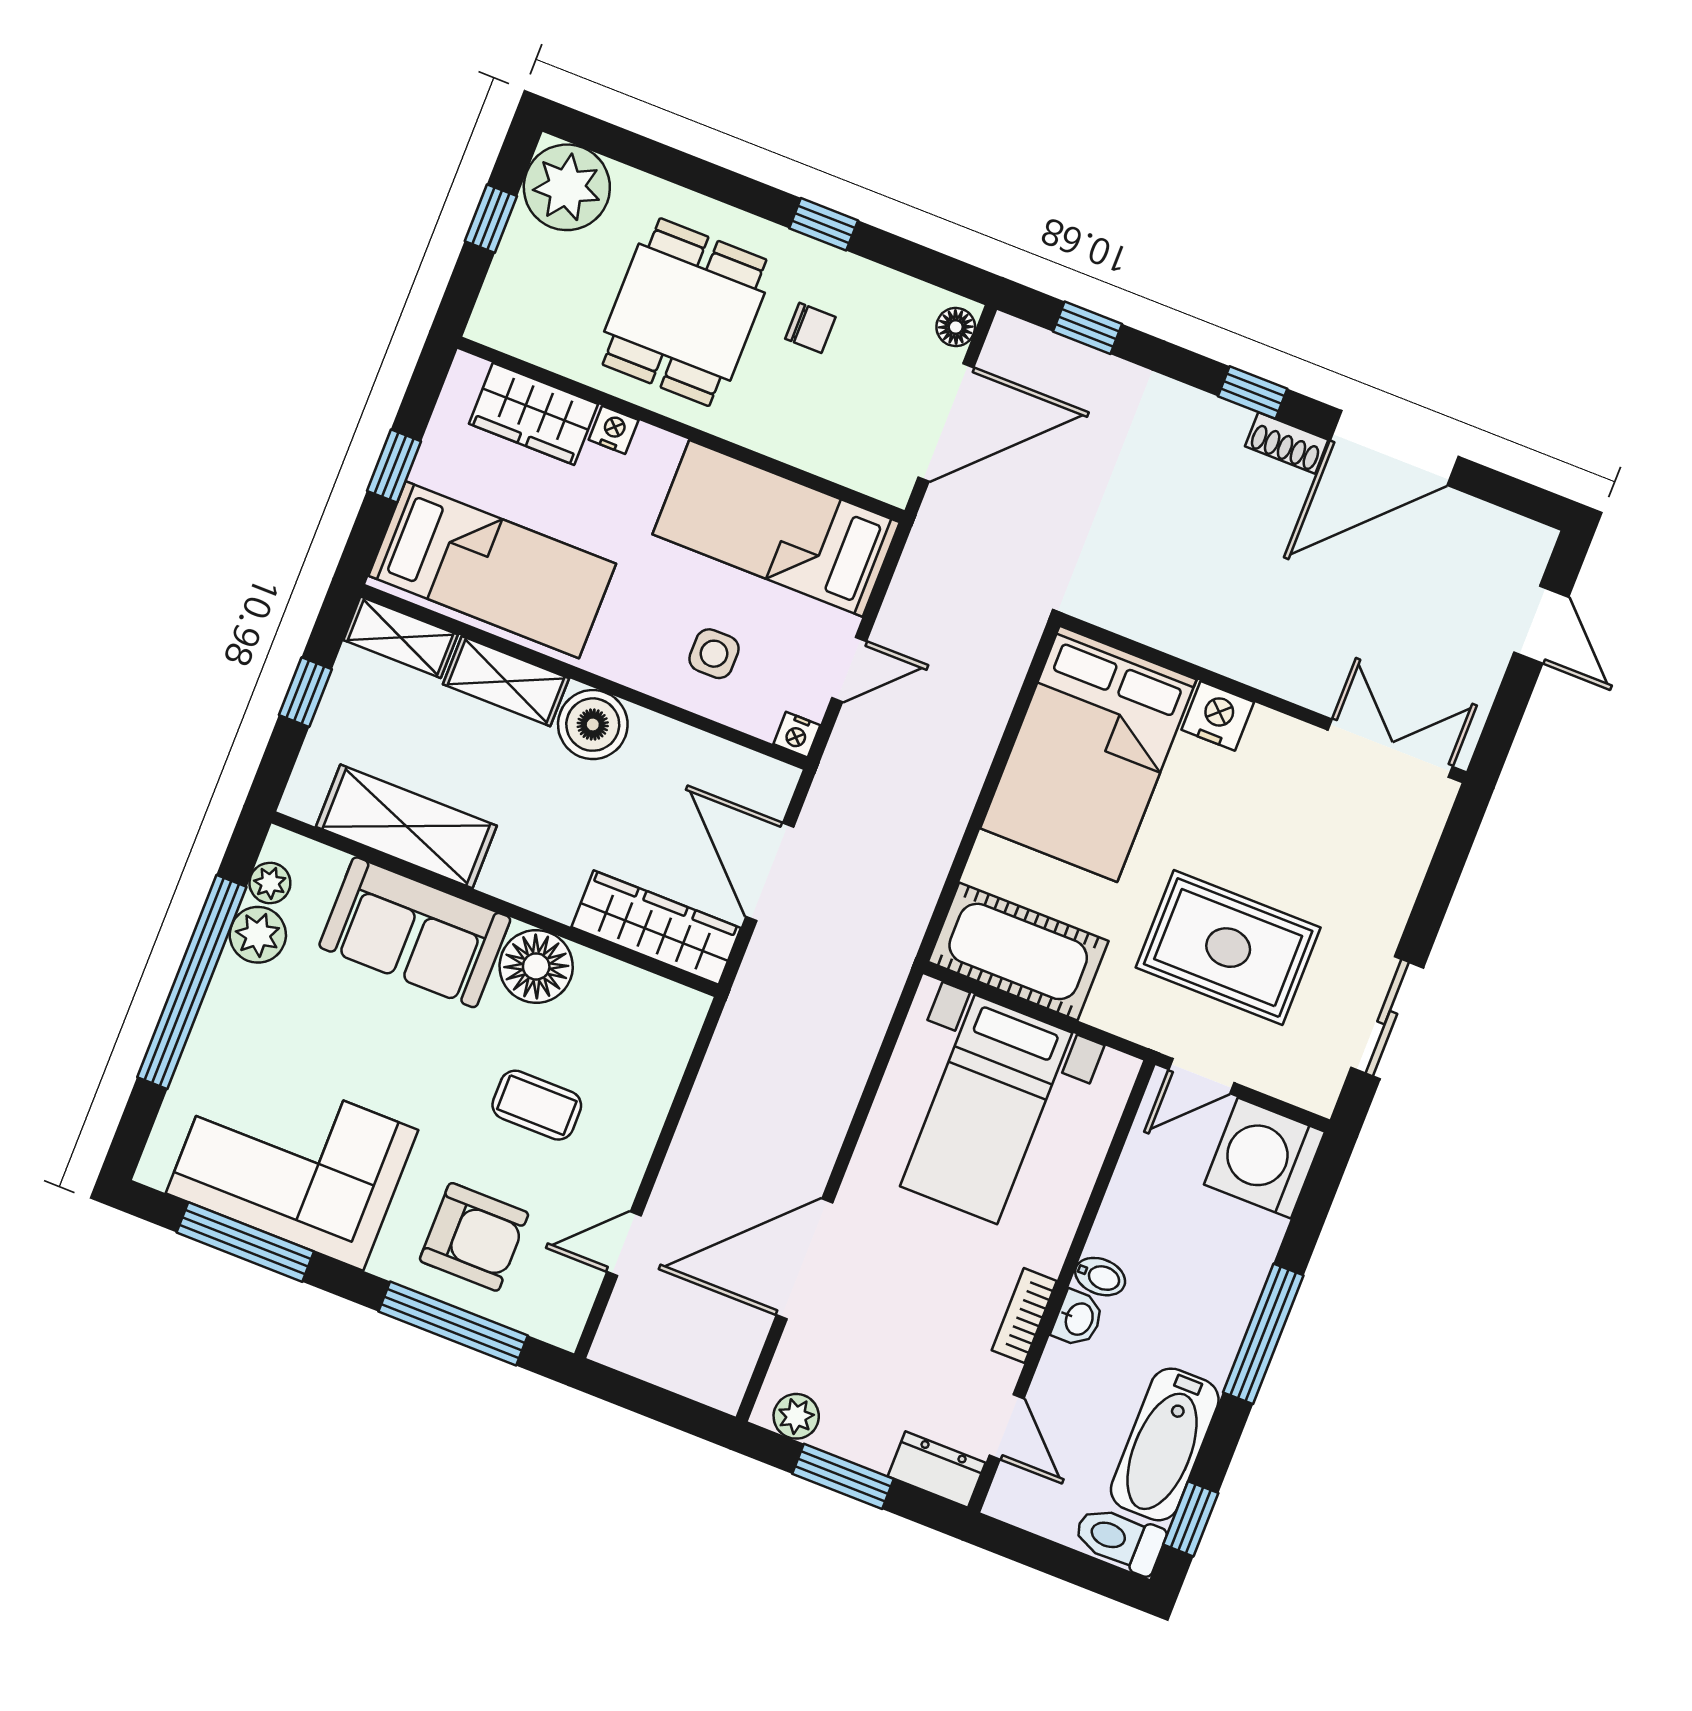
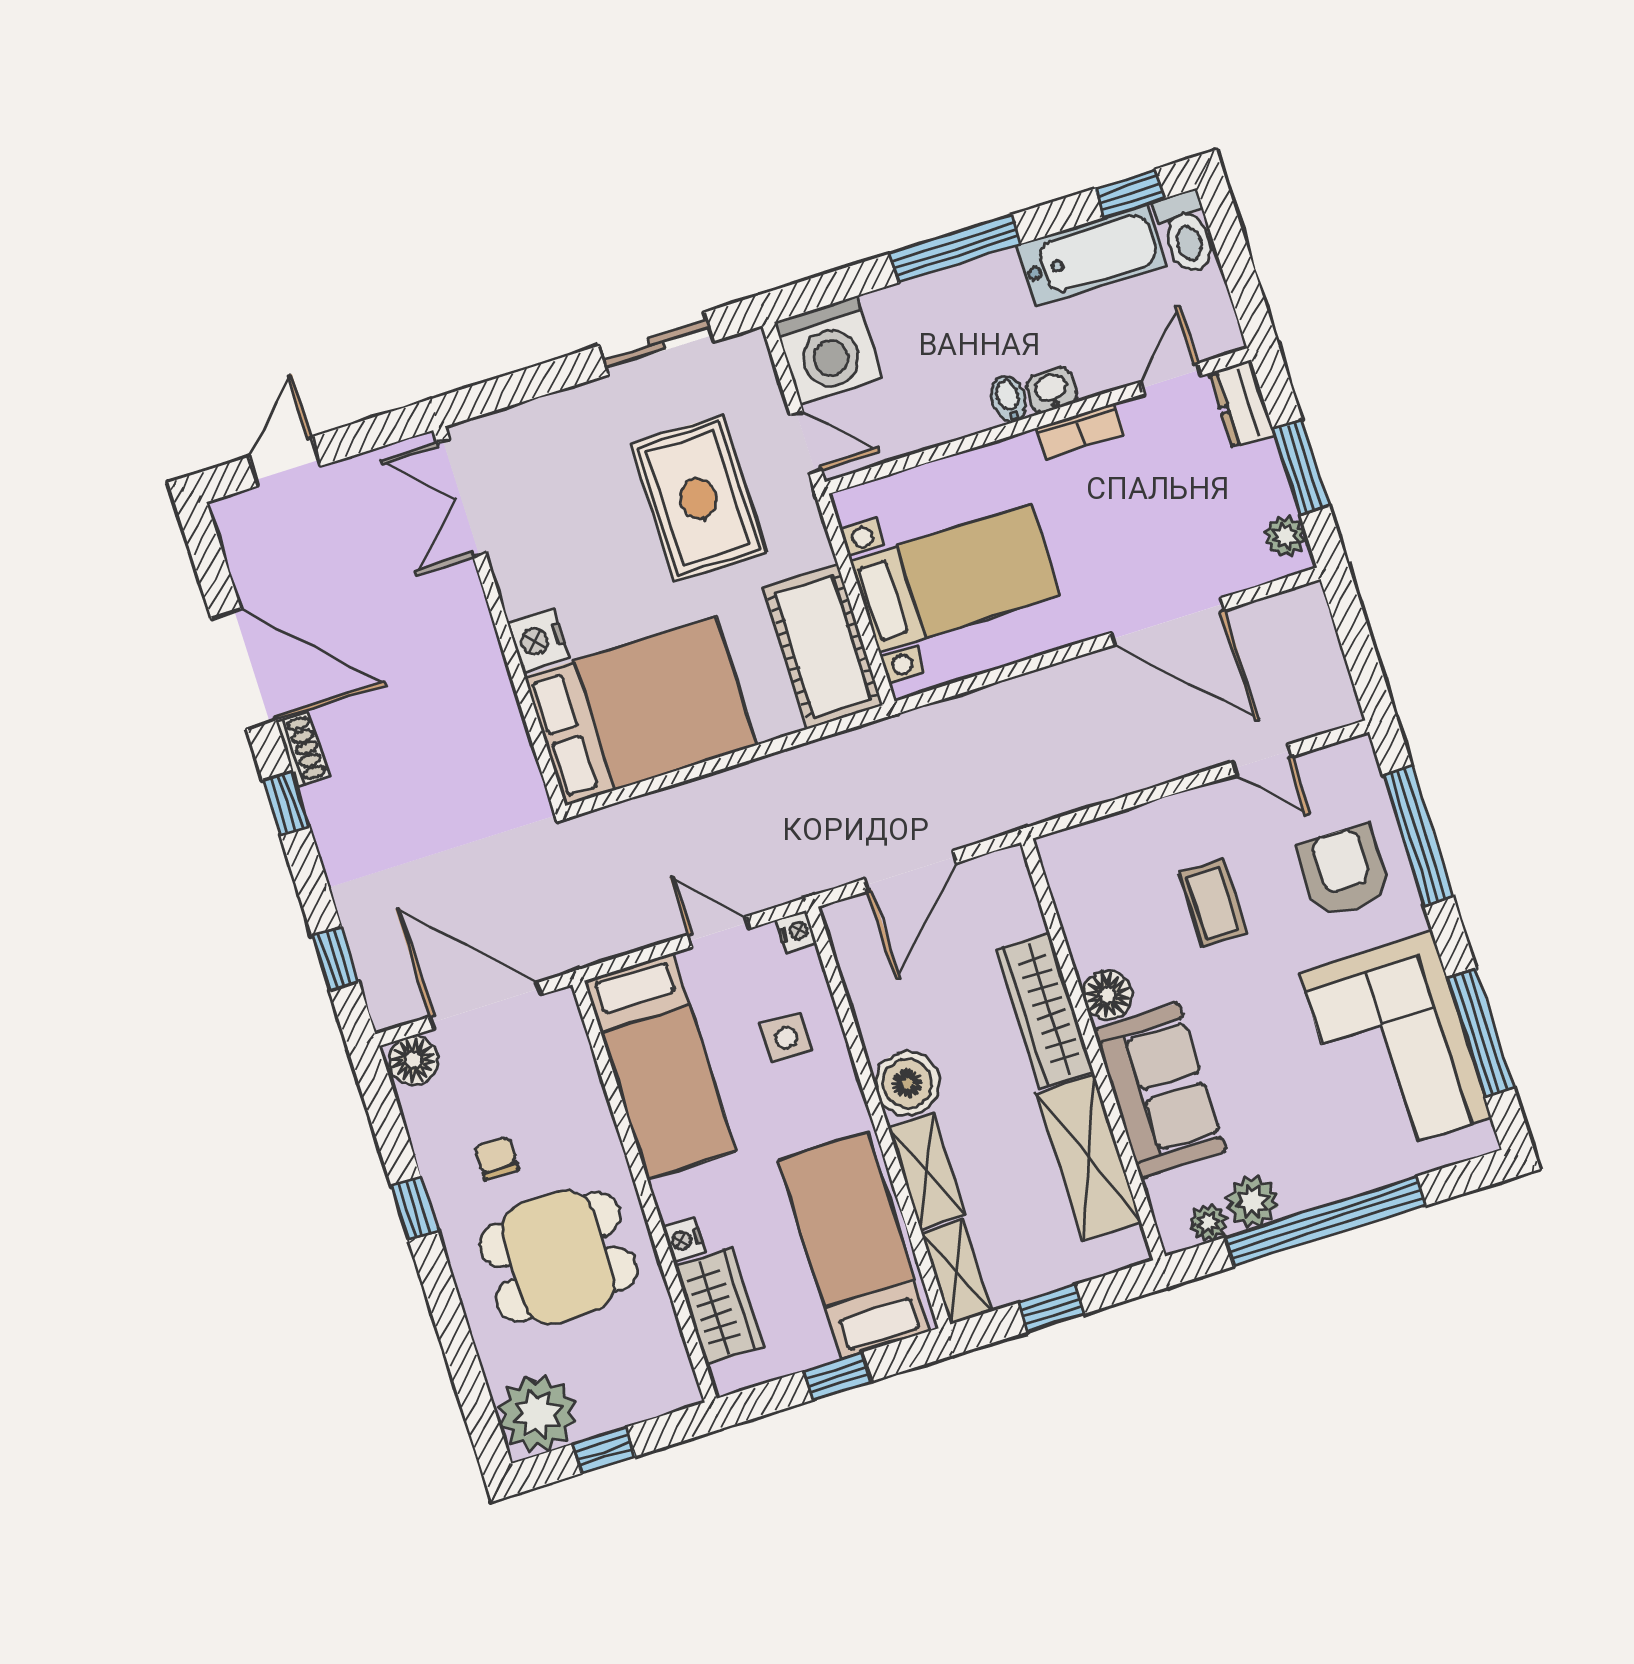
floor lamp: (956, 327) -> (413, 1060), width x1.37, depth x1.37
wardrobe: (656, 927) -> (1045, 1010), moved
floor lamp: (536, 966) -> (1108, 995), width x0.73, depth x0.73

